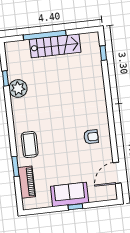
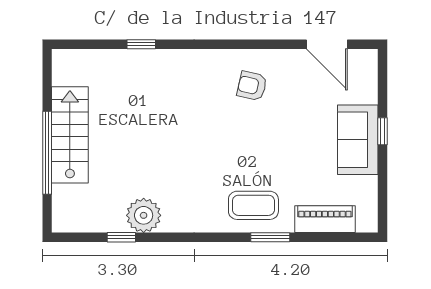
window: (103, 53) -> (141, 44), moved
armchair: (91, 137) -> (252, 86), turned -77
window: (15, 166) -> (270, 237), moved

